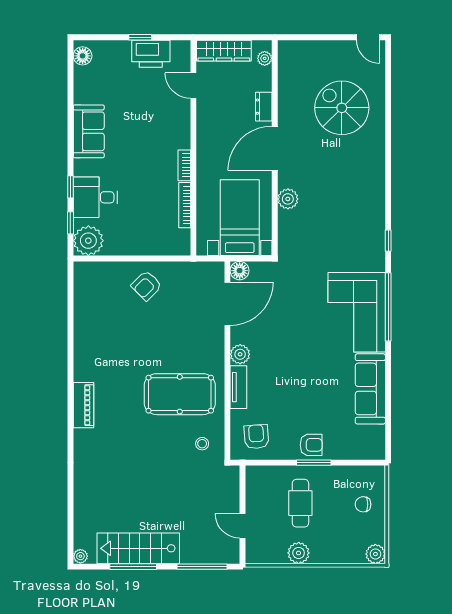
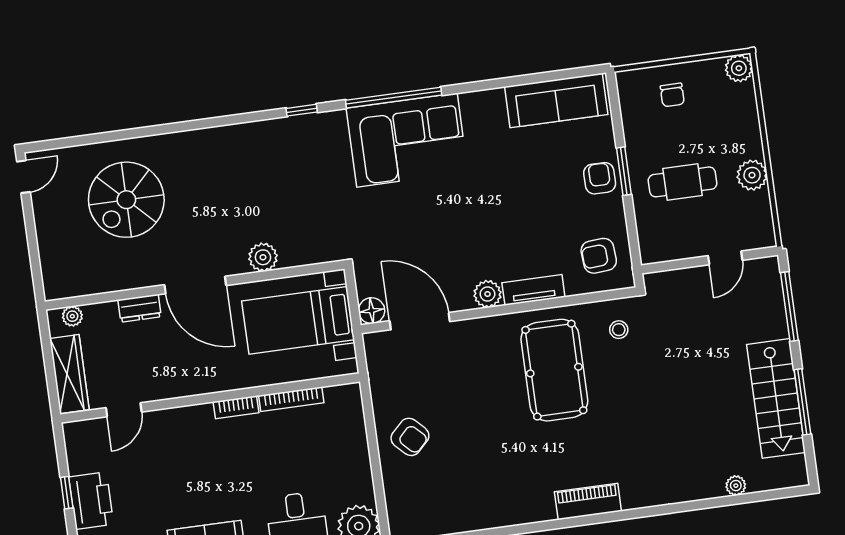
printer: (151, 54) -> (91, 501), moved
sofa: (370, 389) -> (556, 101), moved
plant: (80, 556) -> (736, 486), moved

